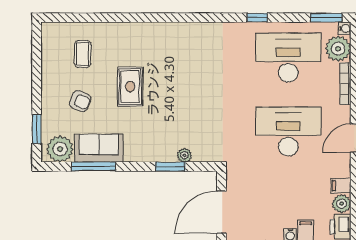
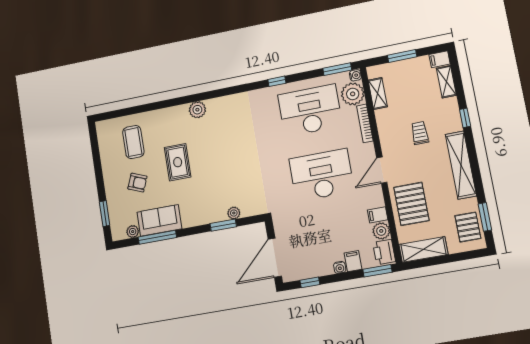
plant: (162, 32) -> (197, 110), added
coffee table: (83, 54) -> (133, 142), width x1.36, depth x1.30
plant: (60, 149) -> (133, 232), width x0.53, depth x0.53

